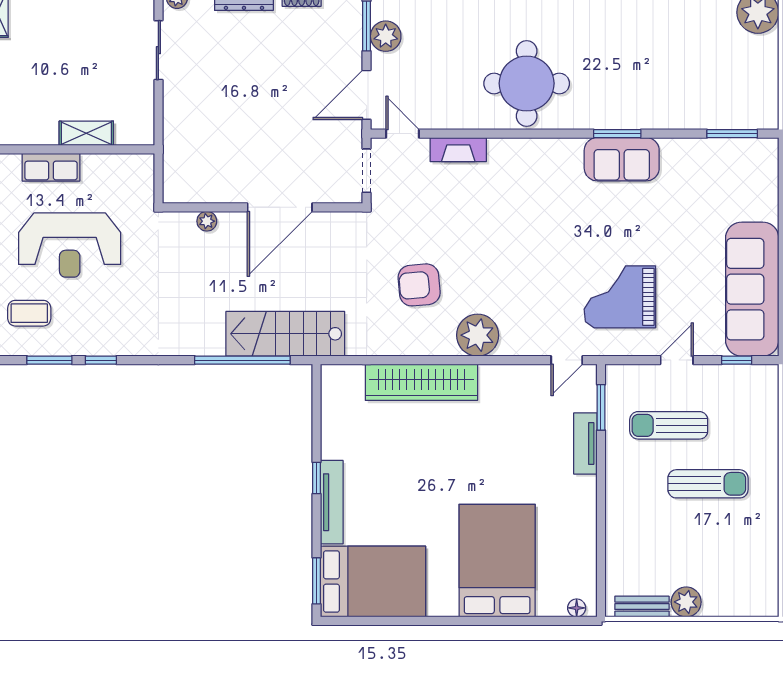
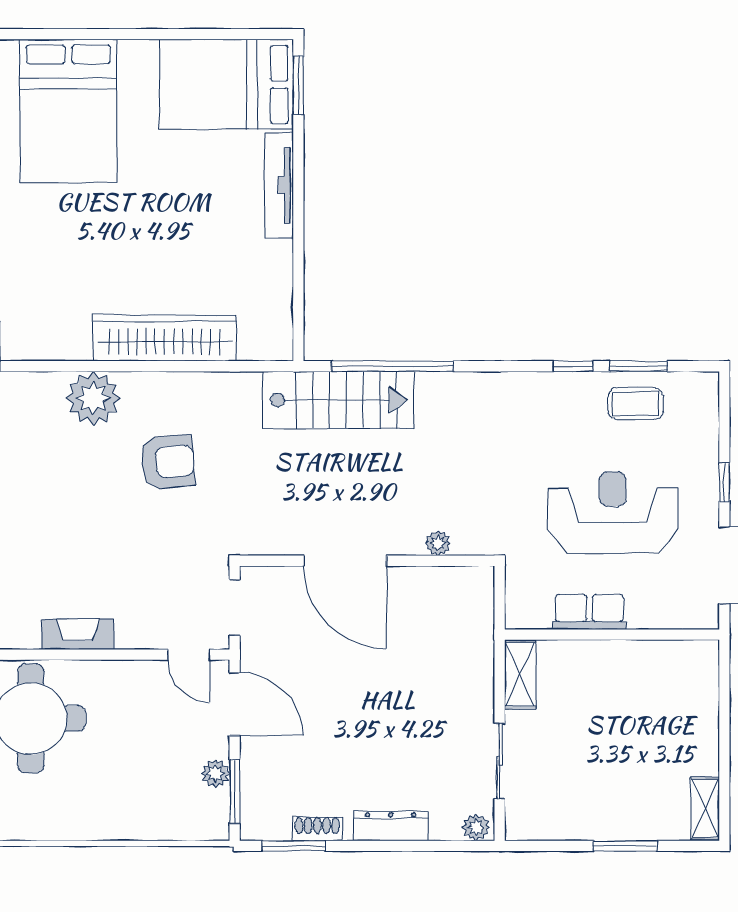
plant: (386, 36) -> (215, 773), width x0.73, depth x0.73
door: (367, 95) -> (235, 704), hinge flipped
shelving: (86, 133) -> (520, 674), moved, turned 90
fireplace: (458, 150) -> (78, 634), moved
row of seats: (51, 167) -> (589, 612), moved
door: (280, 207) -> (345, 561), swing flipped
coffee table: (29, 313) -> (636, 404), moved
window: (316, 478) -> (298, 216), removed

